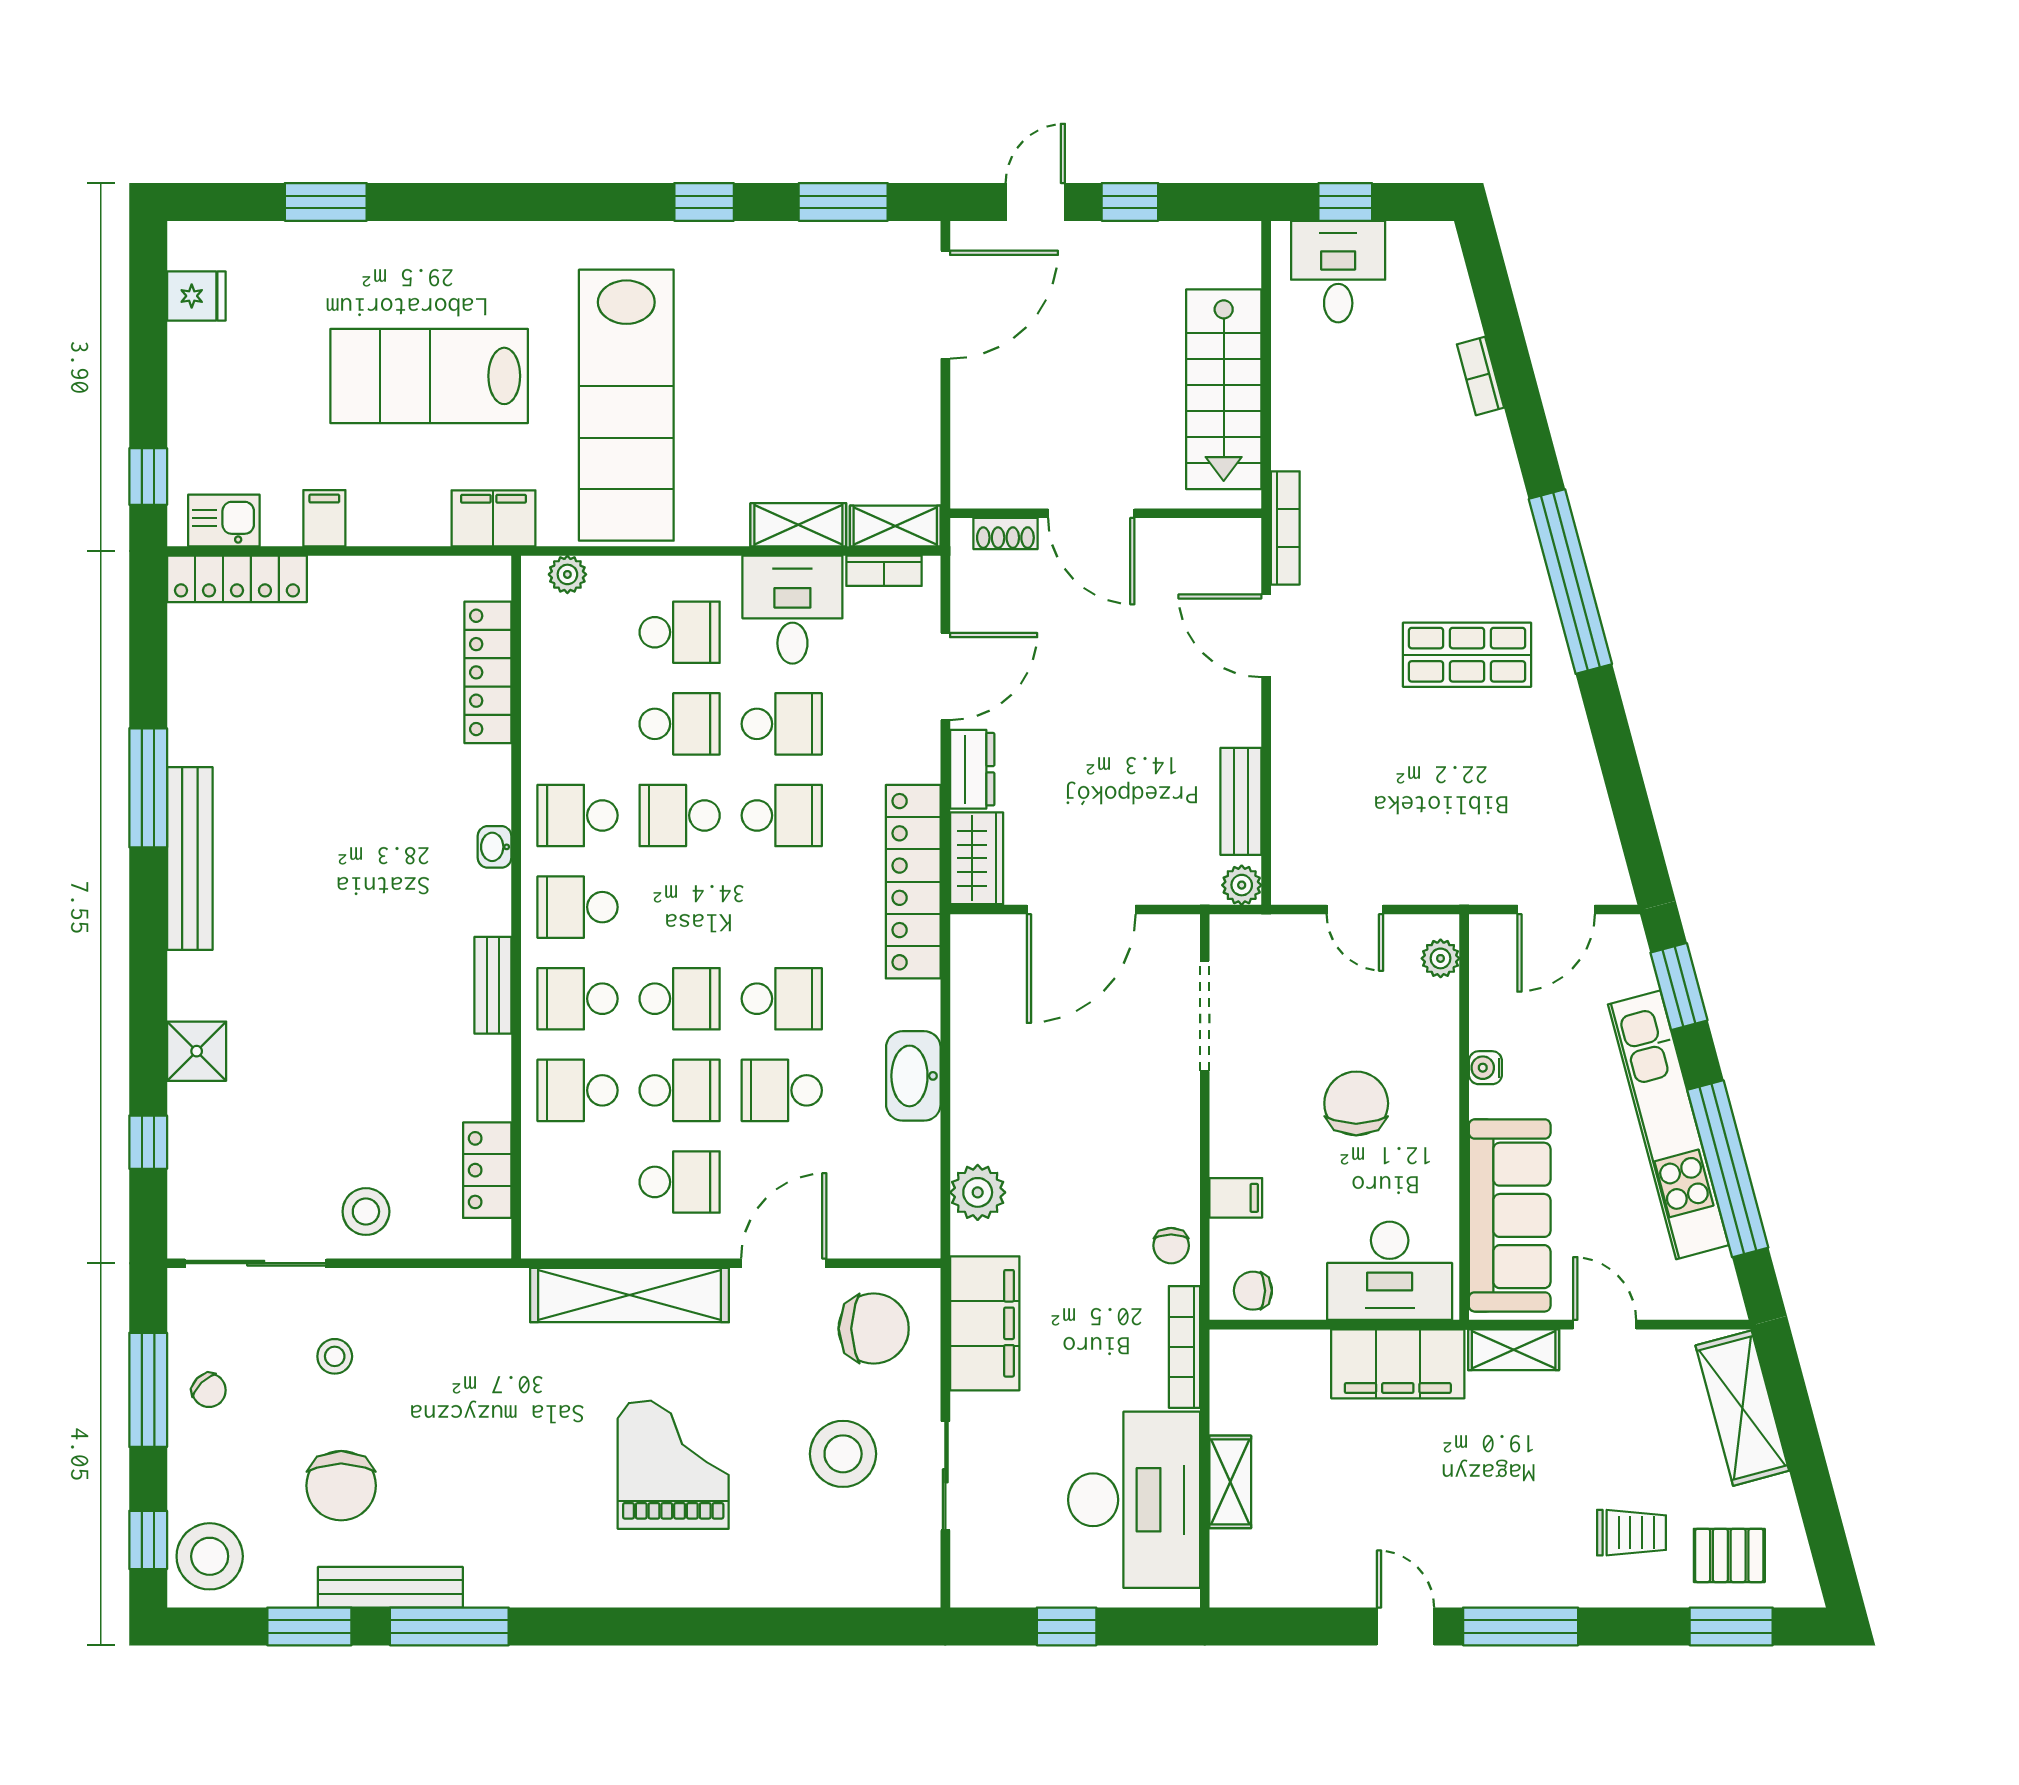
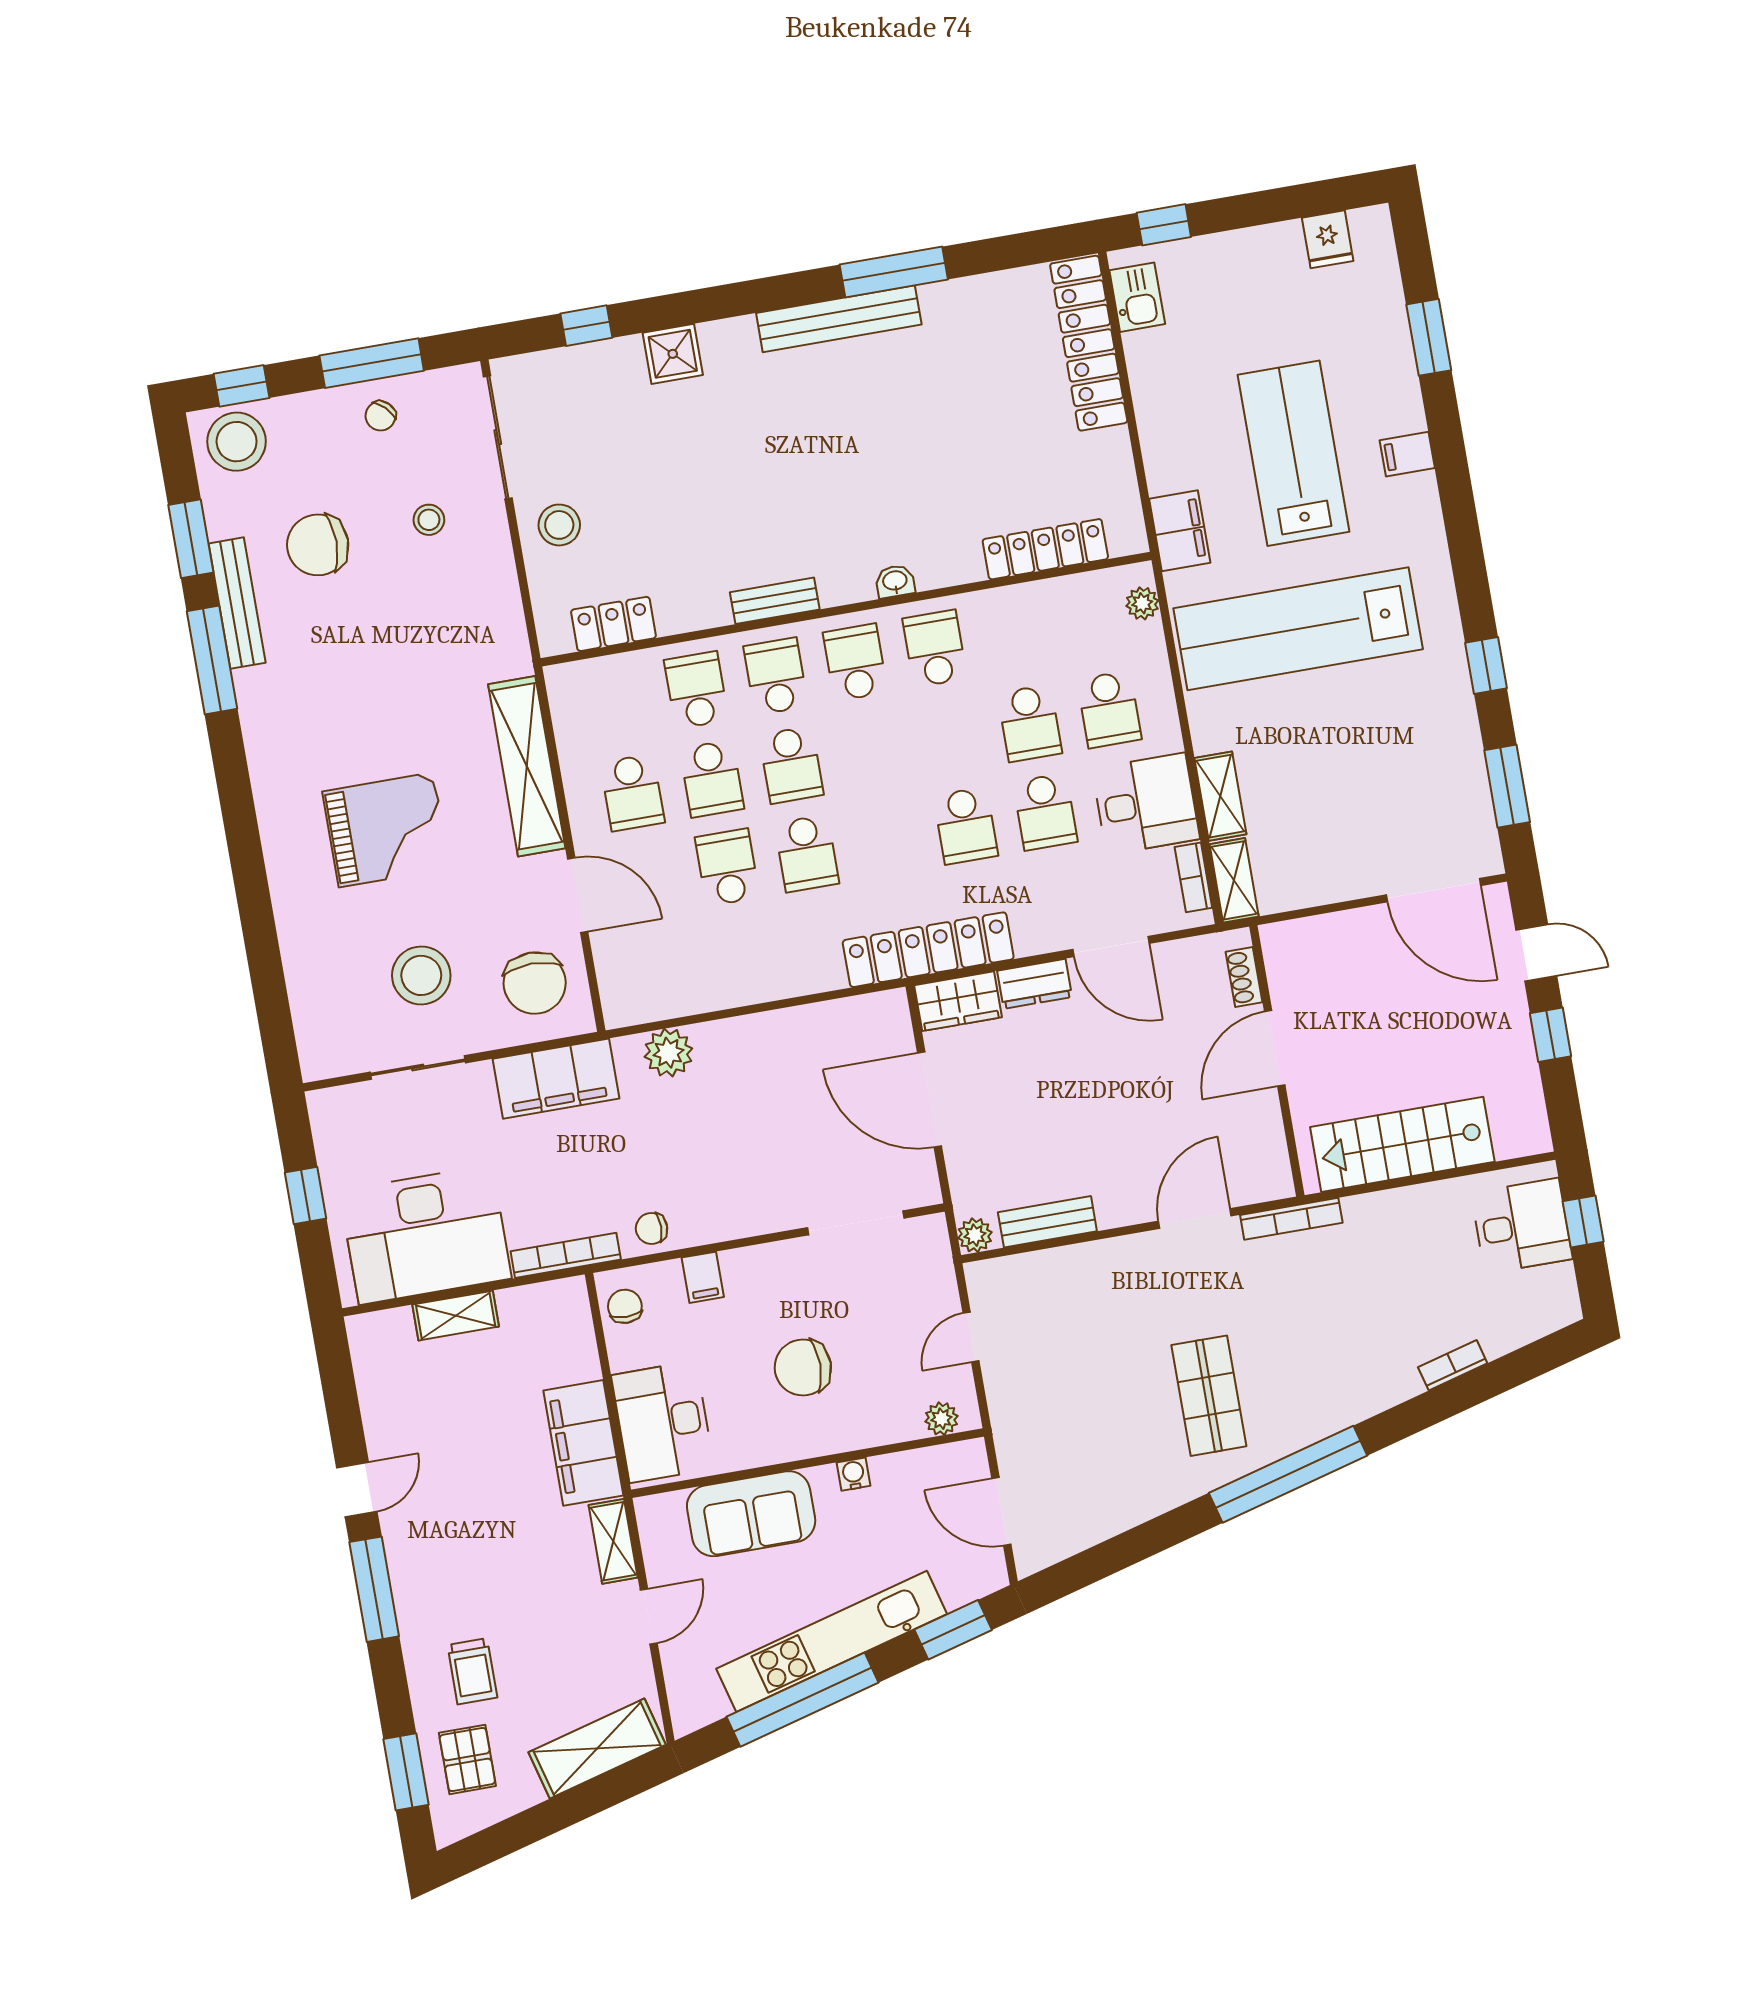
filing cabinet: (324, 518) -> (1407, 454), moved, turned 180
locker: (237, 579) -> (1089, 343), width x1.41, depth x1.21
school desk: (680, 815) -> (950, 737), removed
washbasin: (913, 1076) -> (760, 979), removed
chair: (1356, 1103) -> (803, 1367), turned 180
sofa: (1510, 1215) -> (751, 1514), width x0.73

